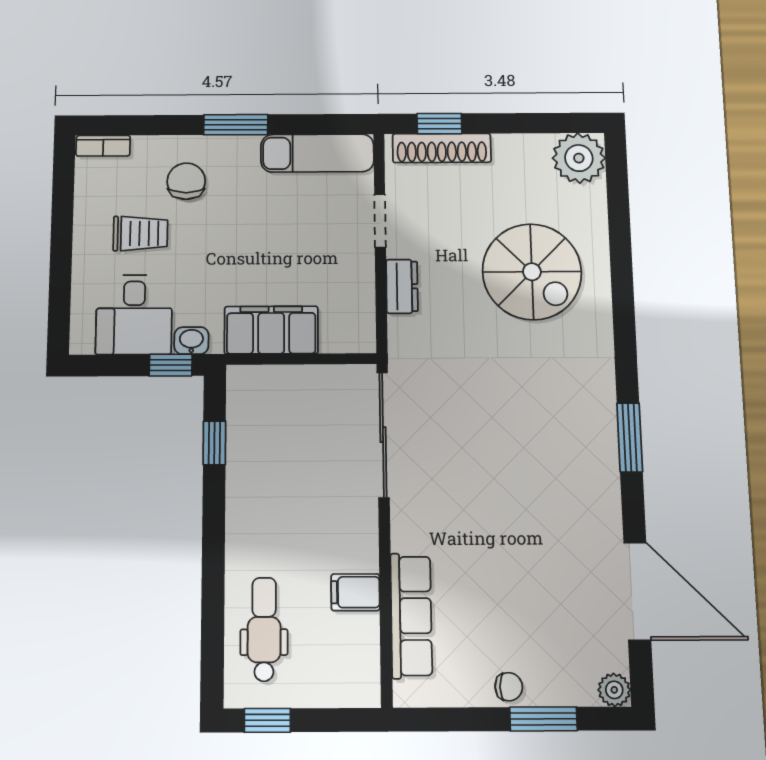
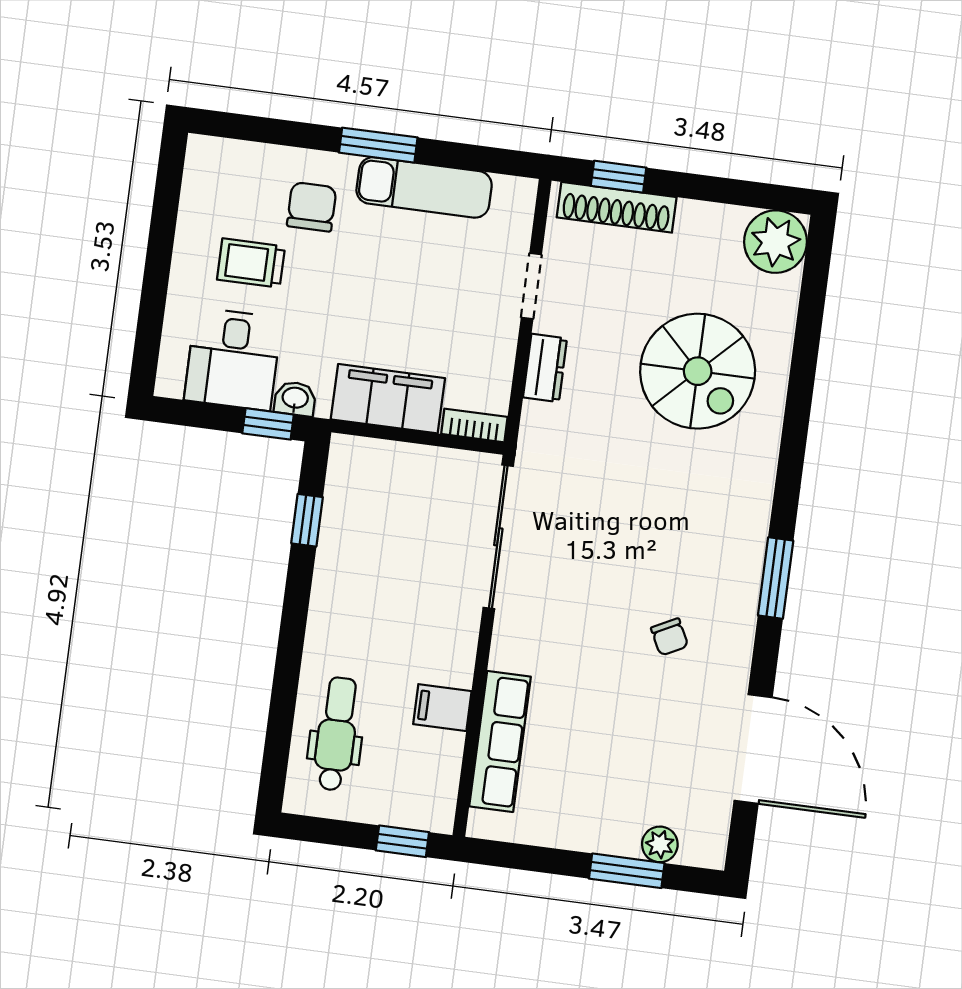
bookcase: (103, 146) -> (474, 425), moved, turned 180
exam couch: (317, 153) -> (424, 187), moved
trolley: (140, 233) -> (251, 263), turned 180
chair: (509, 687) -> (670, 637), moved, turned 63
plant: (614, 690) -> (660, 844), moved
window: (267, 720) -> (402, 841), moved

